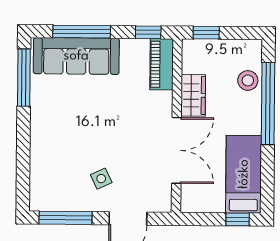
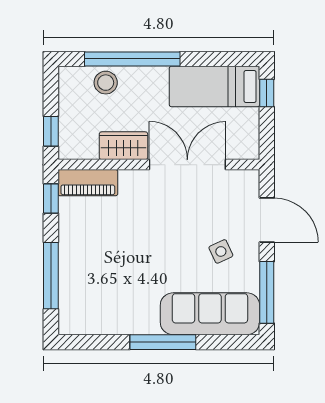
sofa: (76, 56) -> (210, 314), moved, turned -90
window: (24, 78) -> (163, 342), moved

